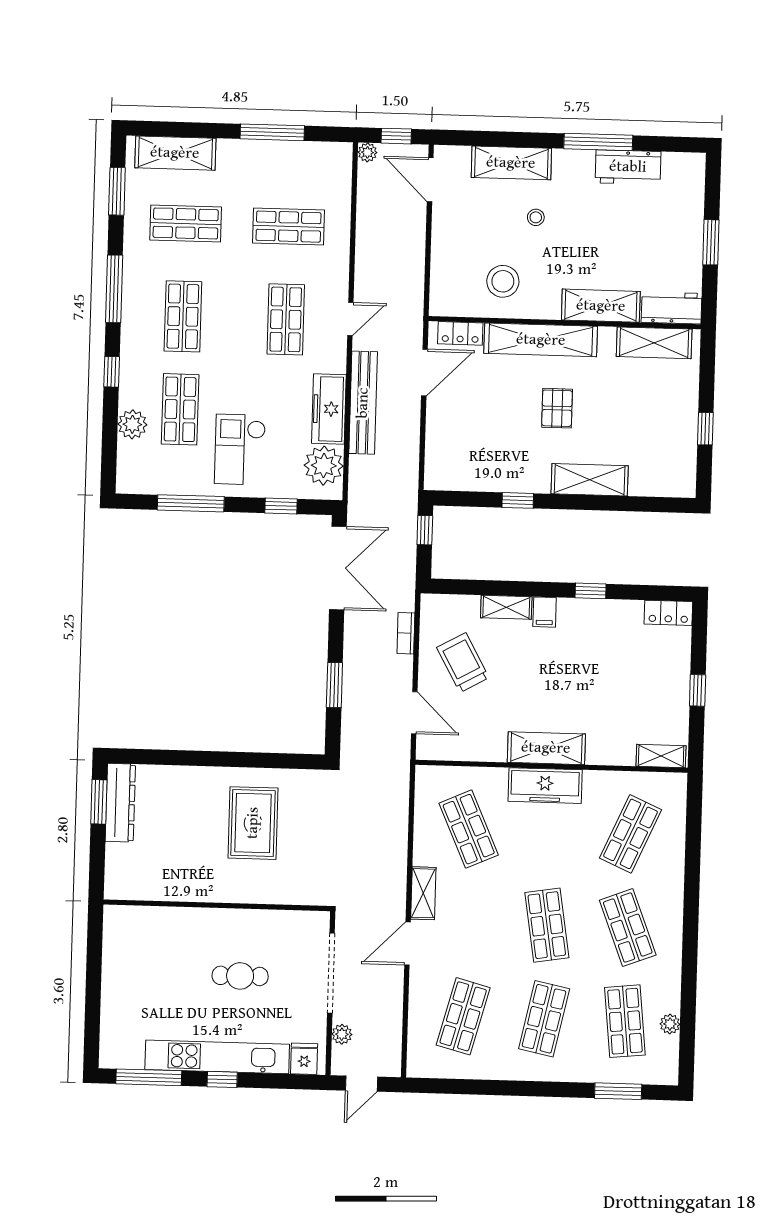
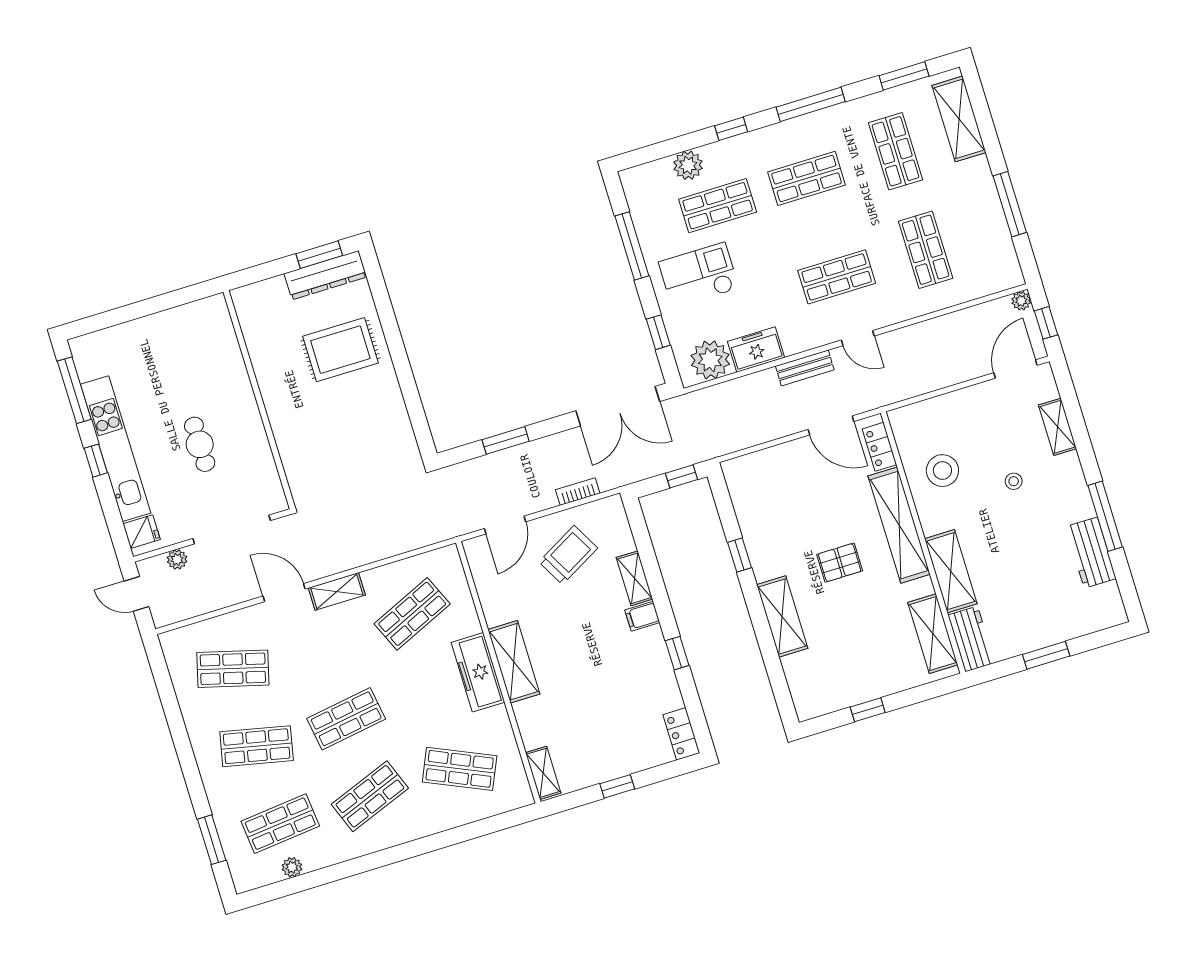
shelving: (511, 163) -> (1057, 427), width x0.67, depth x0.75
bench: (363, 403) -> (805, 368), width x0.54, depth x0.82
freezer: (329, 409) -> (756, 350), width x0.71
rug: (253, 823) -> (340, 350), moved

